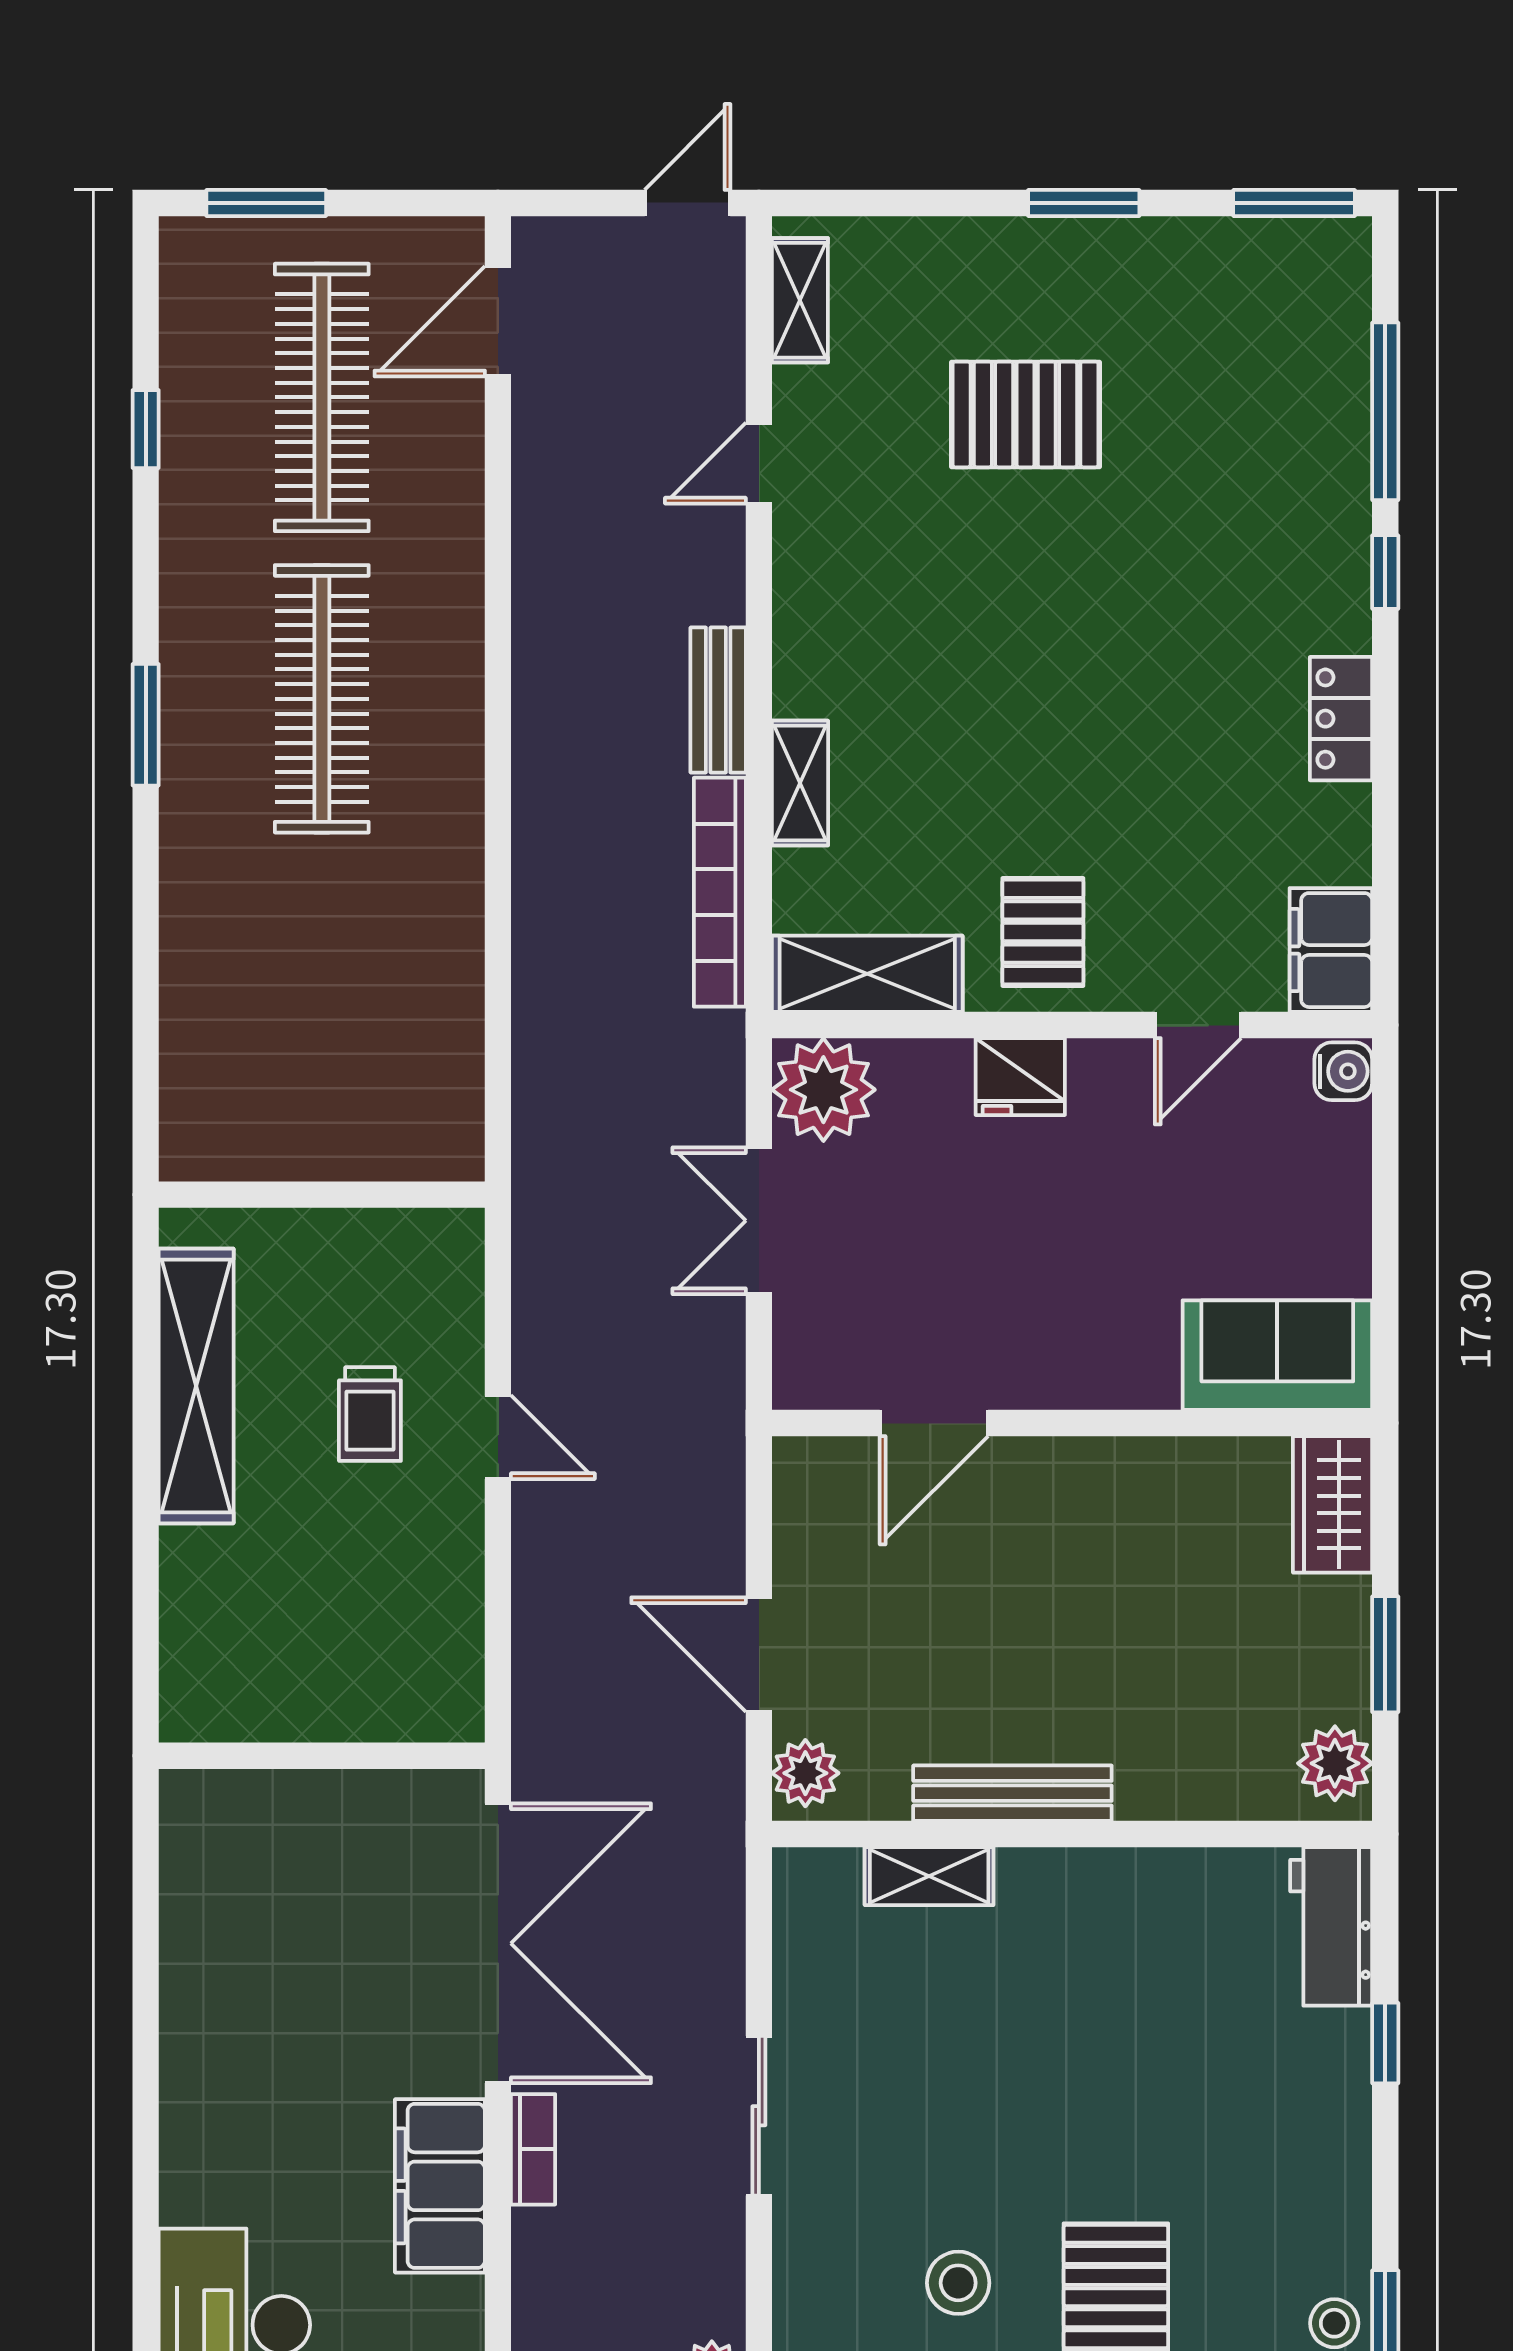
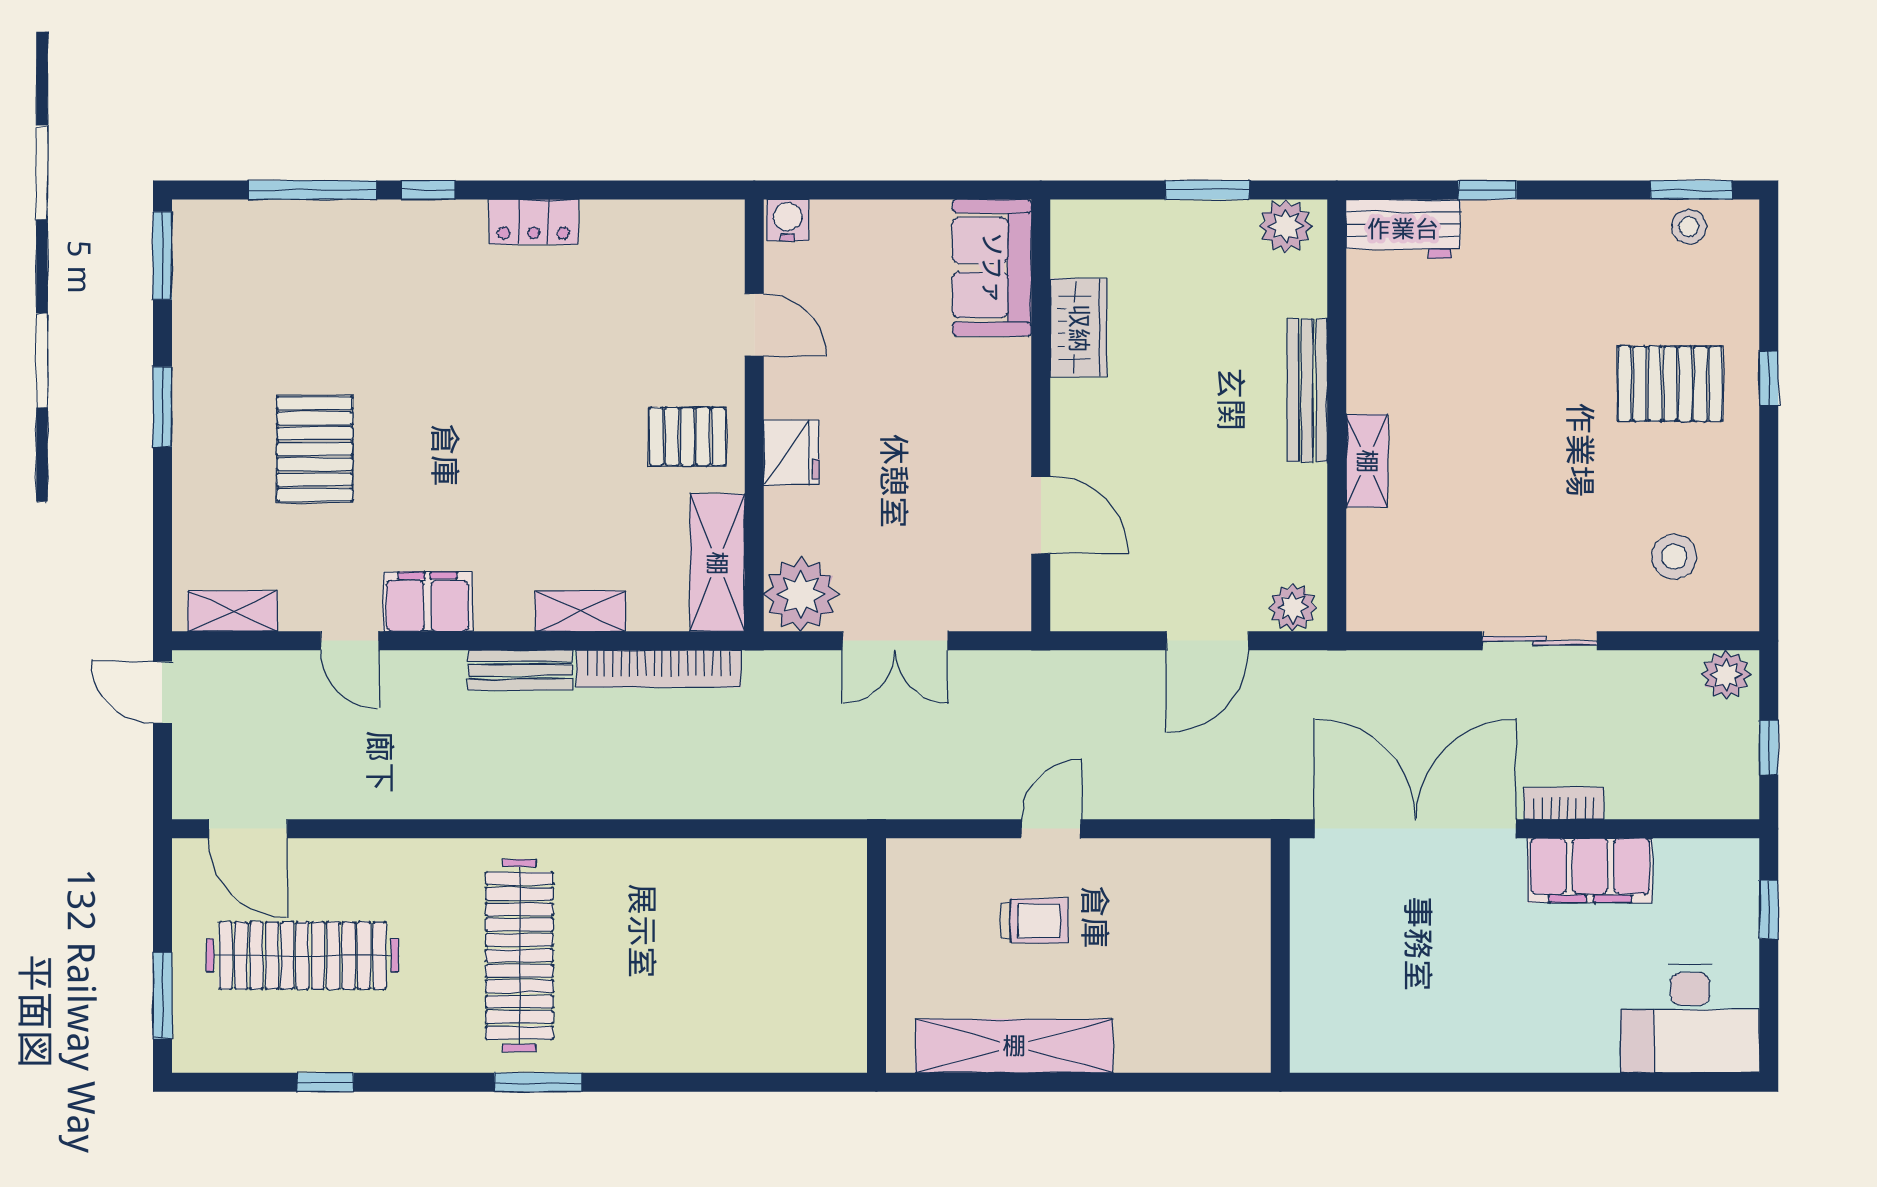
clothes rail: (322, 699) -> (519, 956), turned 90
filing cabinet: (1331, 950) -> (428, 602), moved, turned 180
wardrobe: (1333, 1504) -> (1079, 328), moved, turned -90
bench: (1012, 1793) -> (1307, 390), moved
shelving: (929, 1876) -> (1367, 461), moved
stool: (958, 2283) -> (1674, 557), moved

